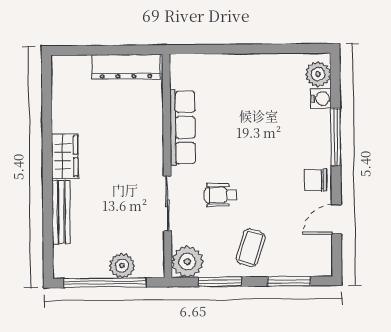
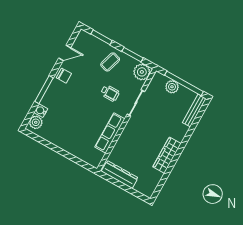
wardrobe: (65, 156) -> (167, 155), width x1.50
bench: (61, 212) -> (194, 110), moved

